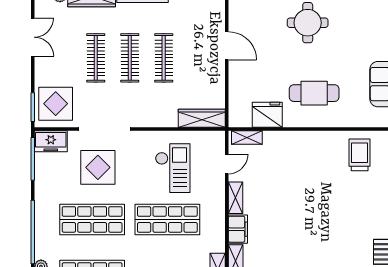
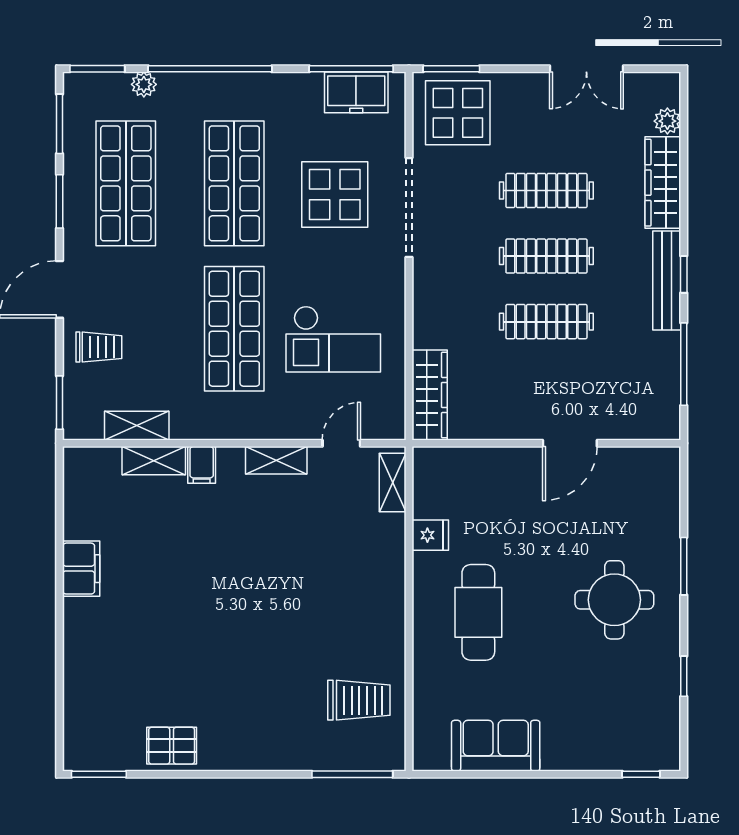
fridge: (267, 115) -> (430, 535), width x0.53, depth x0.75
freezer: (51, 141) -> (356, 92), moved, turned -90
door: (227, 164) -> (341, 443), swing flipped
filing cabinet: (238, 229) -> (202, 465), width x0.50

